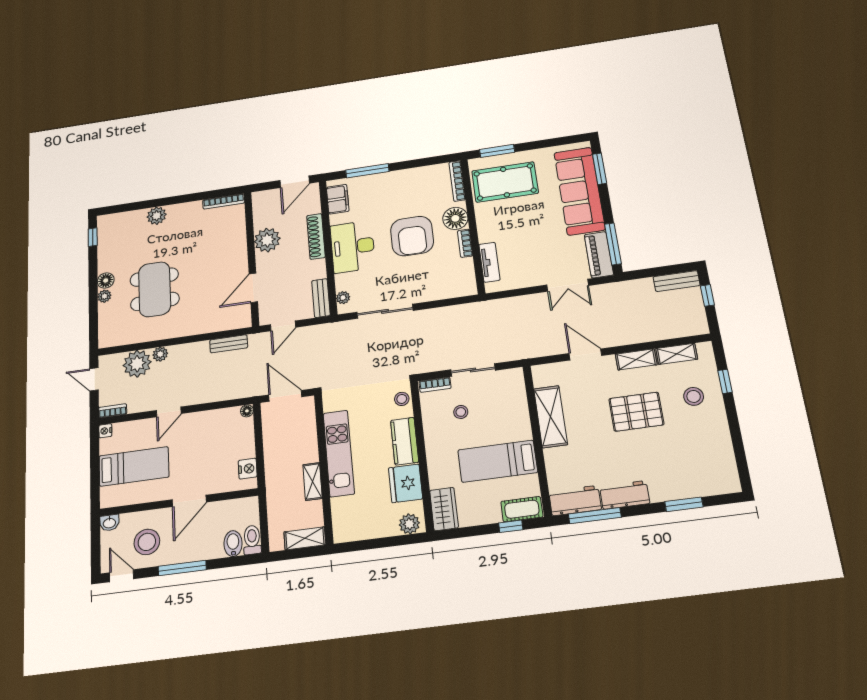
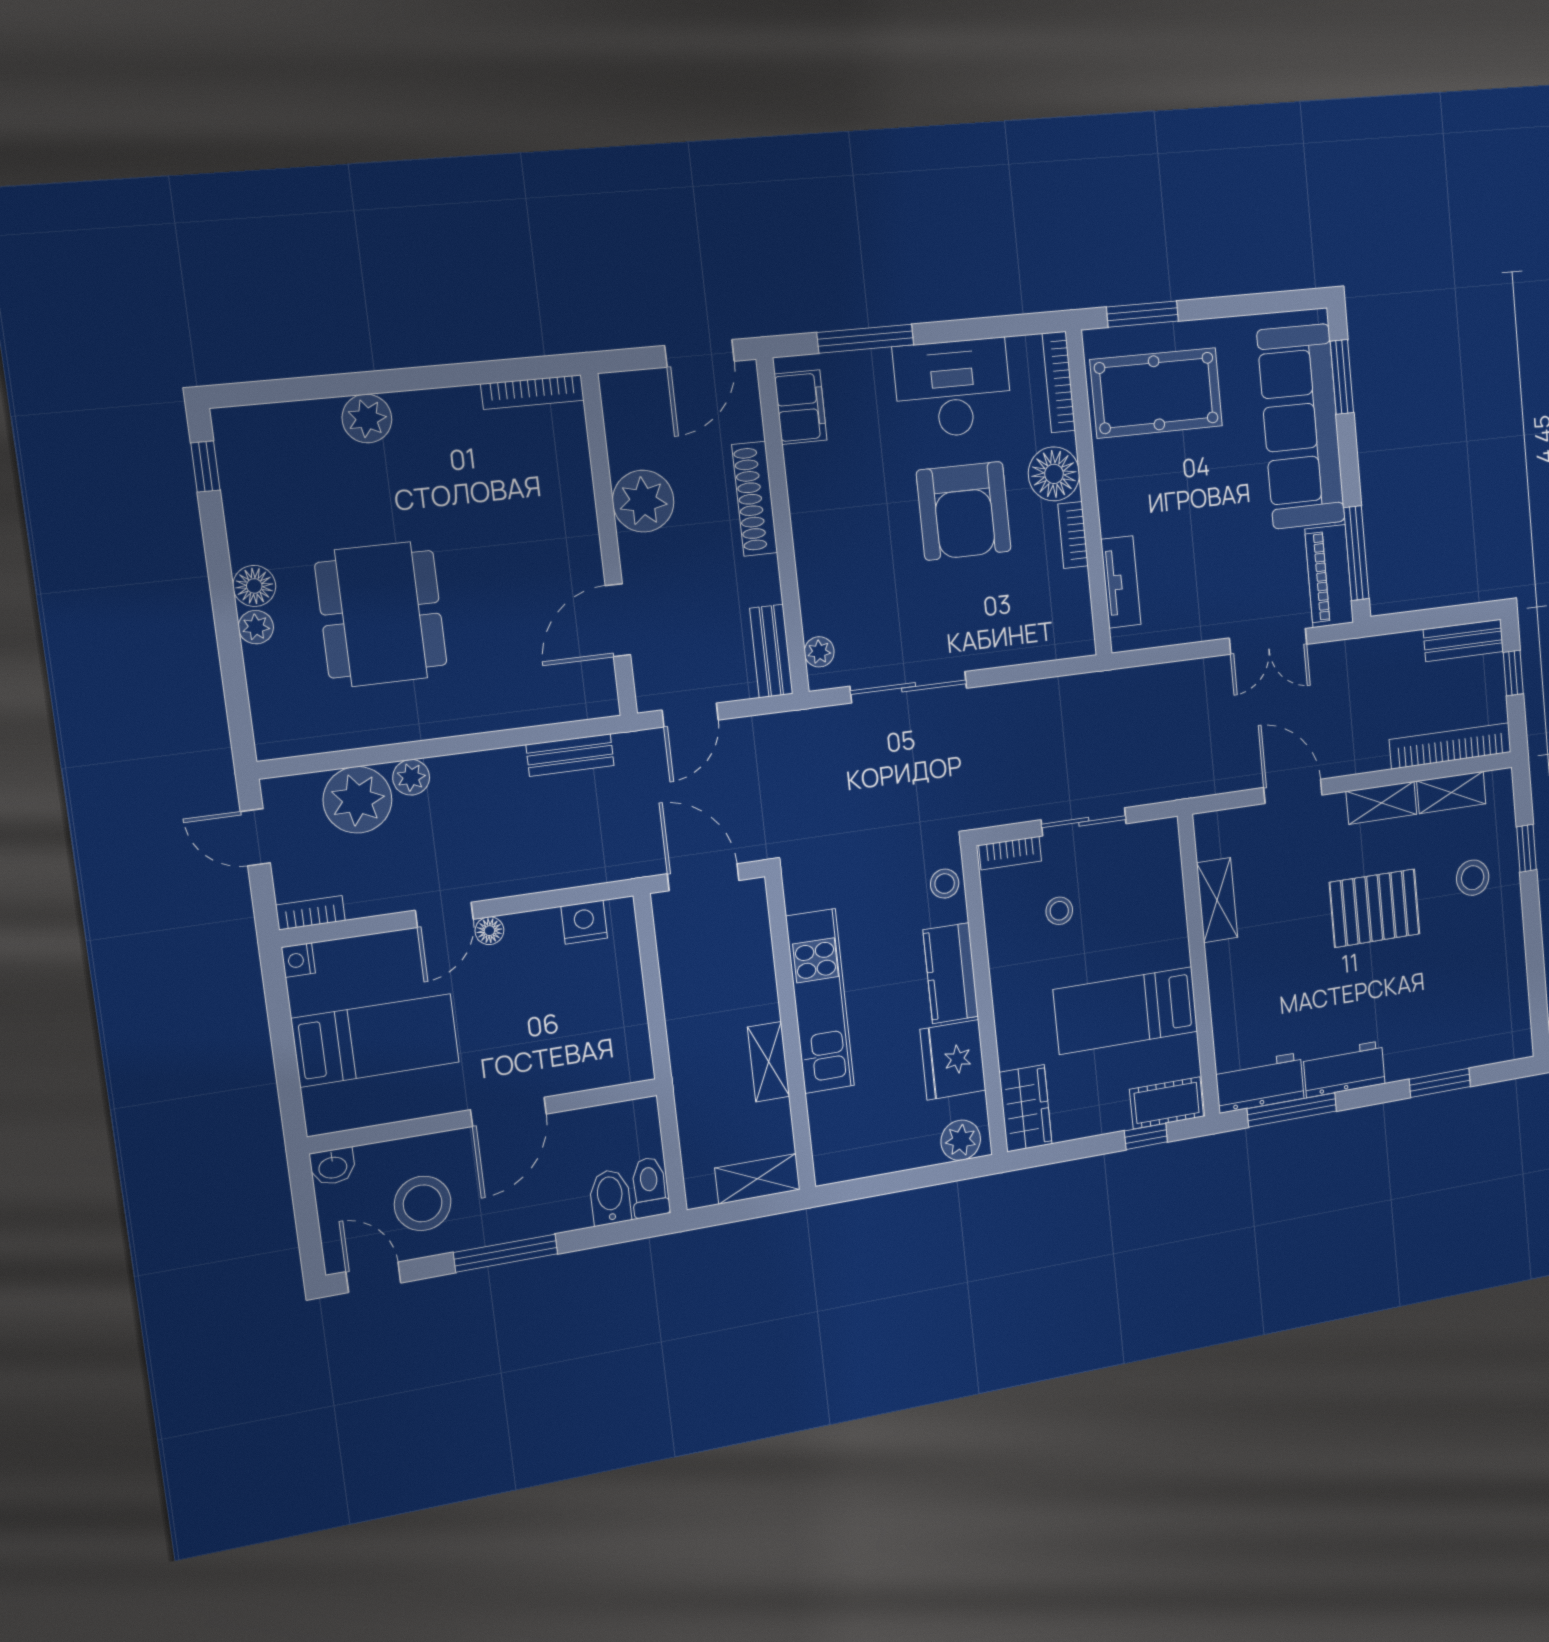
desk: (353, 247) -> (953, 388), moved, turned 90
bookcase: (674, 331) -> (1450, 746), added
floor lamp: (247, 411) -> (489, 931), moved
shelving: (551, 417) -> (1217, 900), width x0.67, depth x0.75
nightstand: (248, 469) -> (584, 922), moved, turned -90

